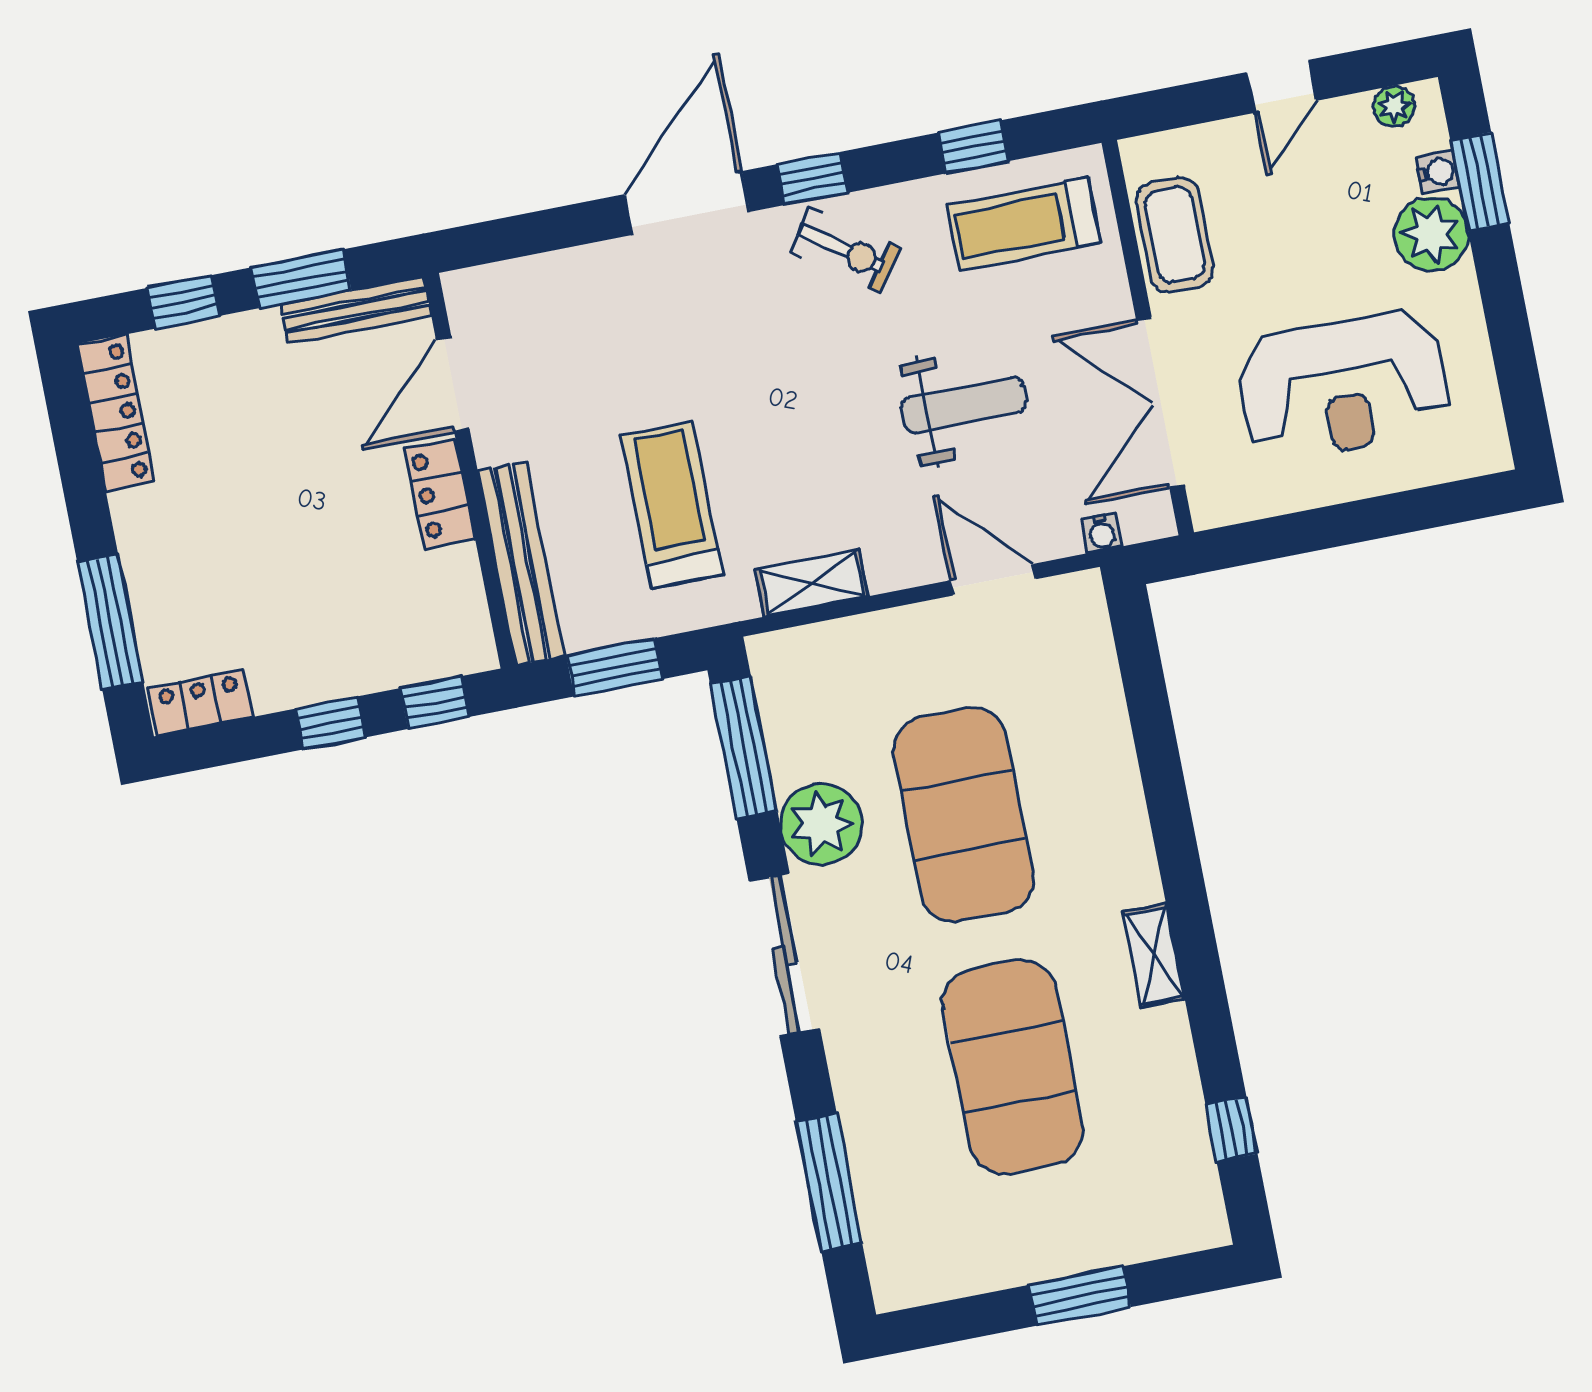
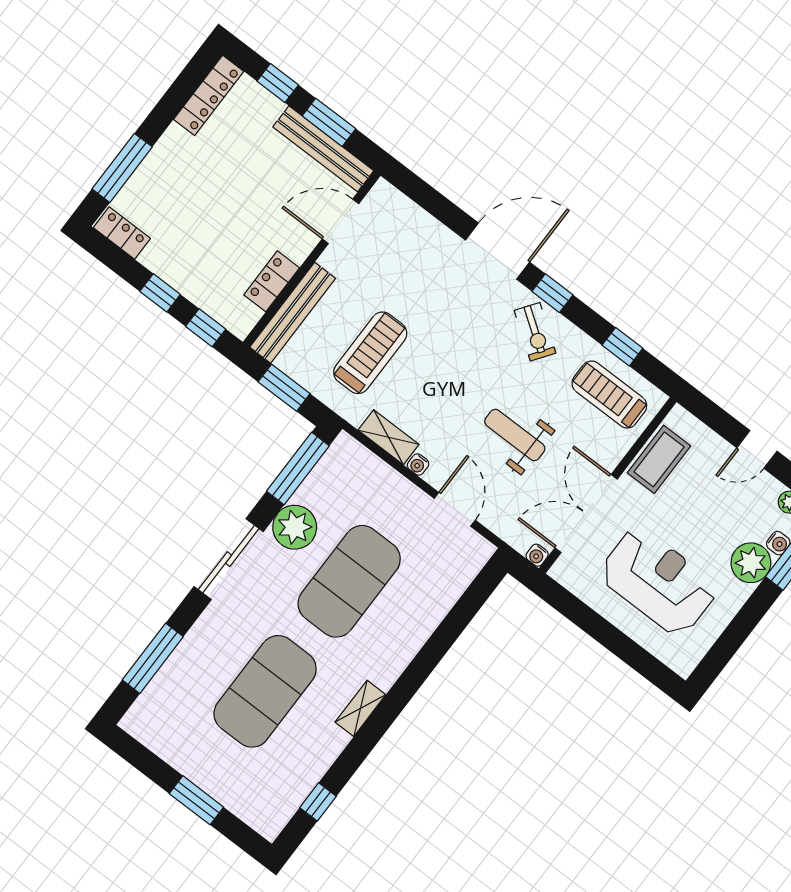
bench: (356, 310) -> (323, 149), width x1.37, depth x1.21
reception desk: (1343, 386) -> (658, 581), turned 180
weight bench: (964, 405) -> (515, 435), turned 180
locker: (440, 493) -> (272, 281), moved
water cooler: (1102, 533) -> (537, 555), moved
water cooler: (886, 576) -> (418, 464), added

